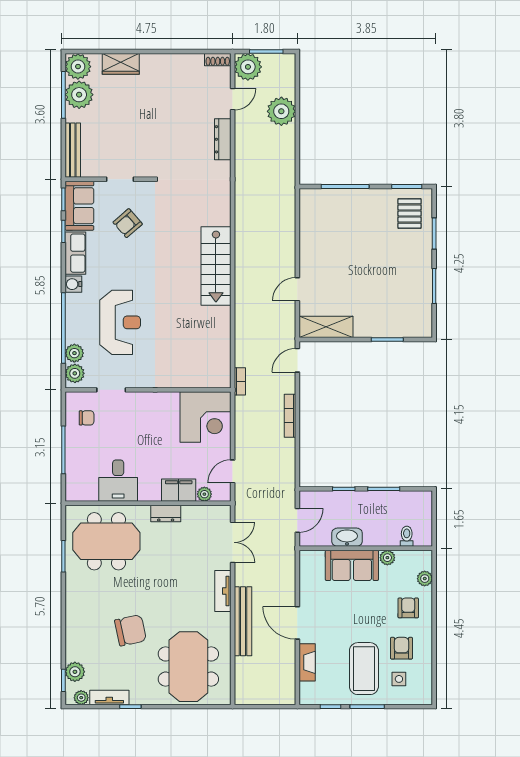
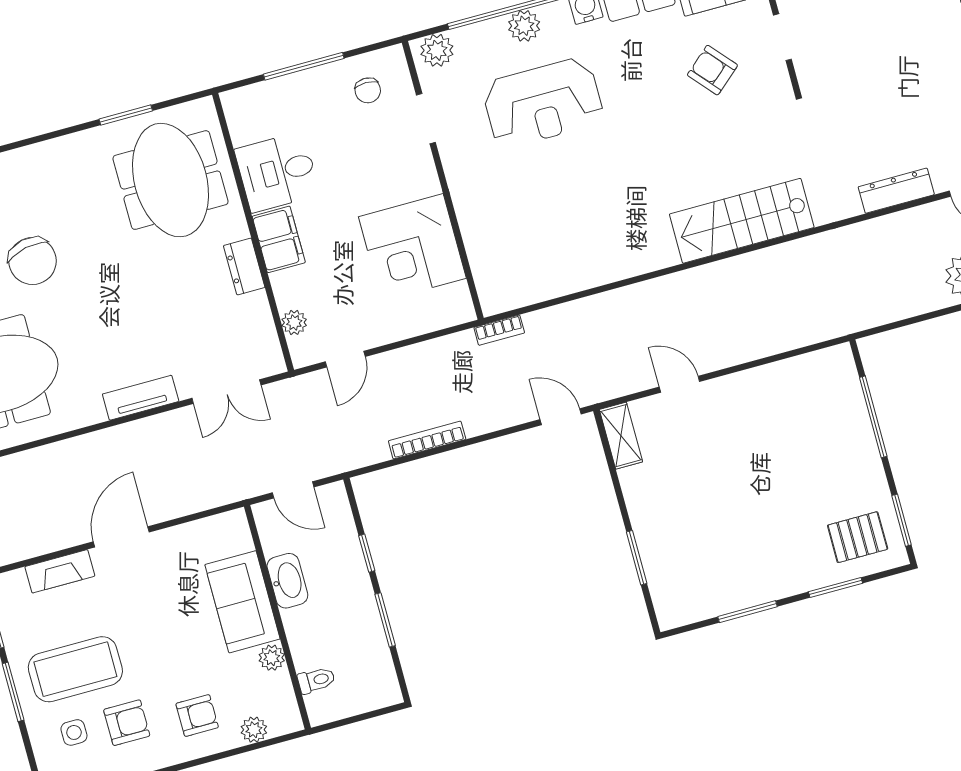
stairs: (216, 266) -> (742, 221), moved
shelving: (326, 327) -> (621, 436), width x0.67, depth x0.75
plant: (74, 353) -> (524, 26), moved
bookcase: (290, 416) -> (427, 440), moved
corner desk: (205, 417) -> (412, 247), moved
door: (233, 471) -> (345, 359), swing flipped
filing cabinet: (179, 490) -> (279, 239), moved
bench: (243, 621) -> (99, 445), removed

